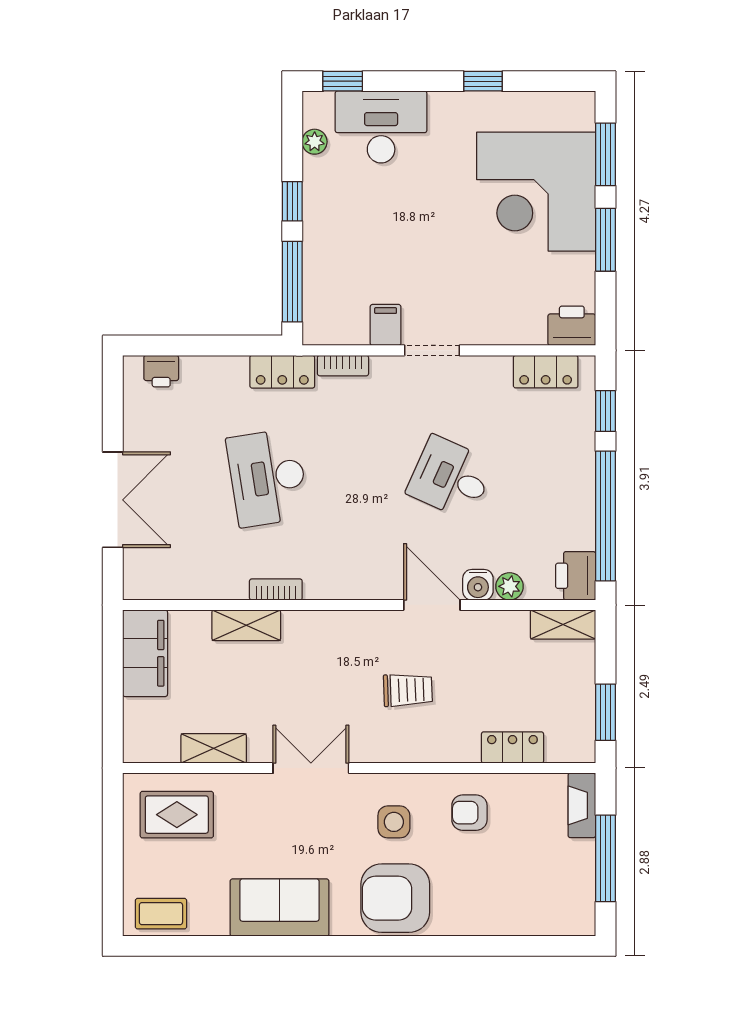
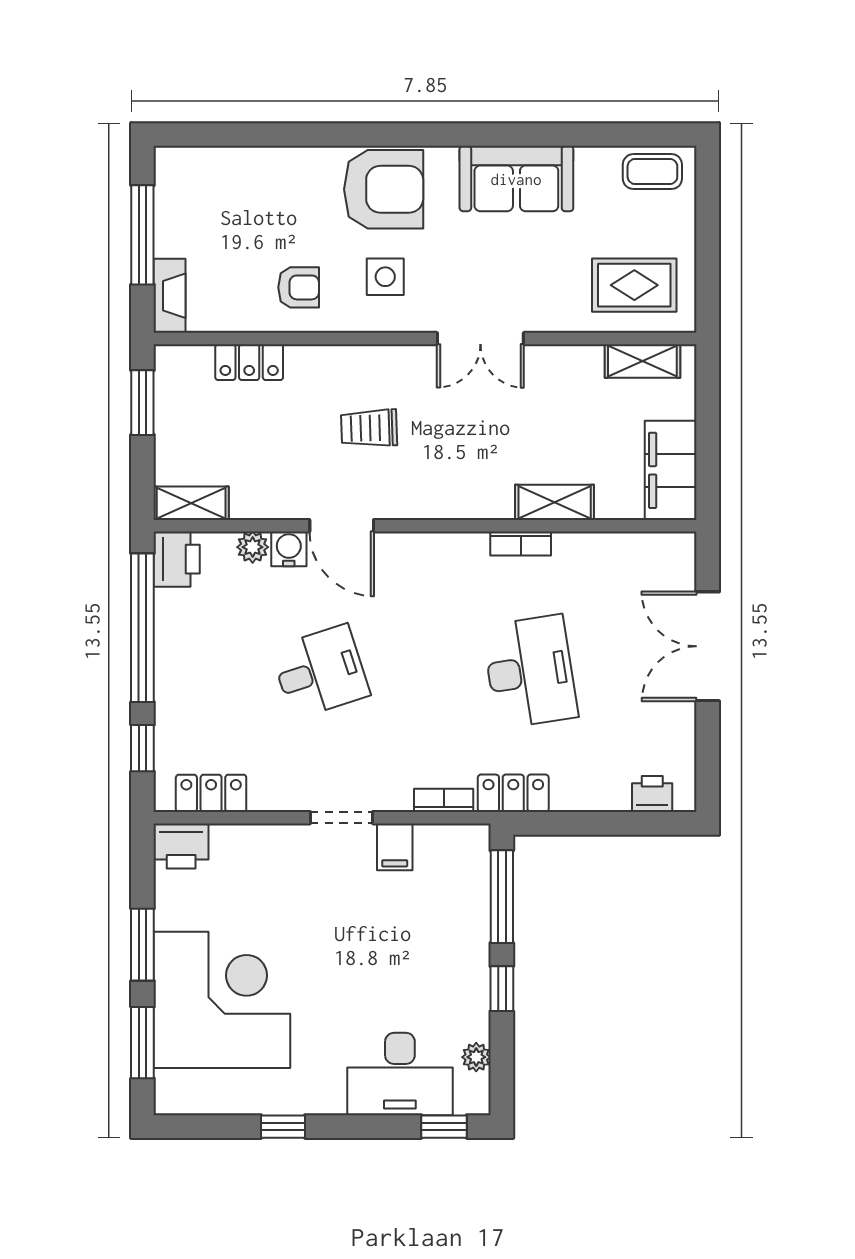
desk: (451, 478) -> (320, 672), turned -42
shelving: (214, 748) -> (642, 361), moved

